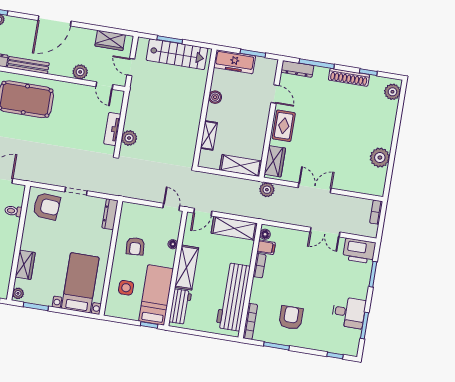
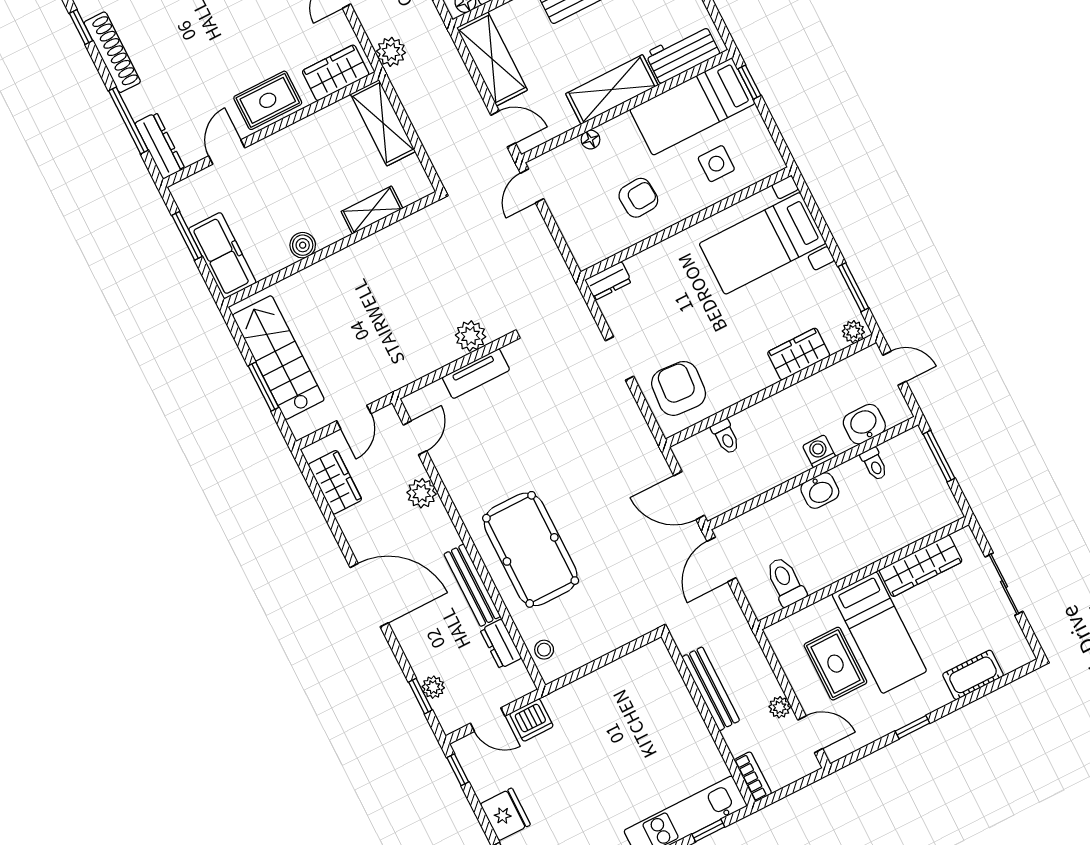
dresser: (110, 214) -> (608, 281), width x0.70

